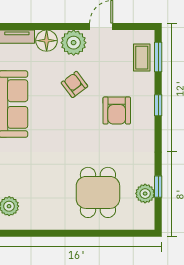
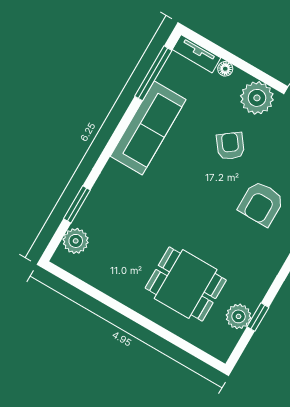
floor lamp: (47, 41) -> (225, 69), width x0.53, depth x0.53
dining table: (98, 192) -> (186, 284), turned 90

